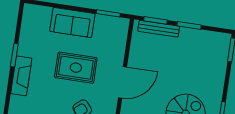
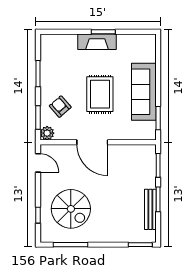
sofa: (72, 22) -> (144, 92), width x1.36
bench: (159, 29) -> (150, 209), moved
fireplace: (21, 76) -> (97, 42), moved

